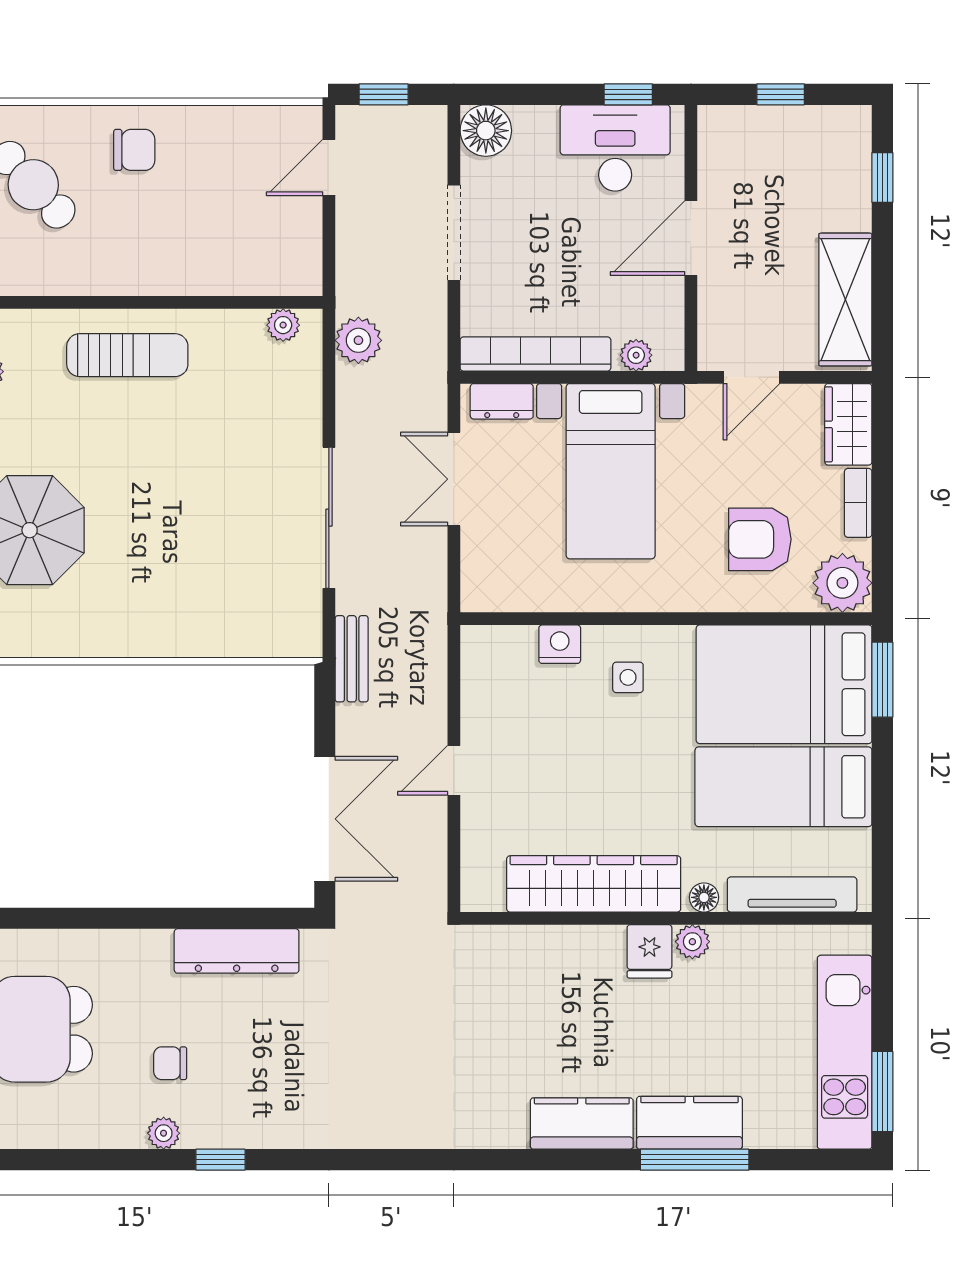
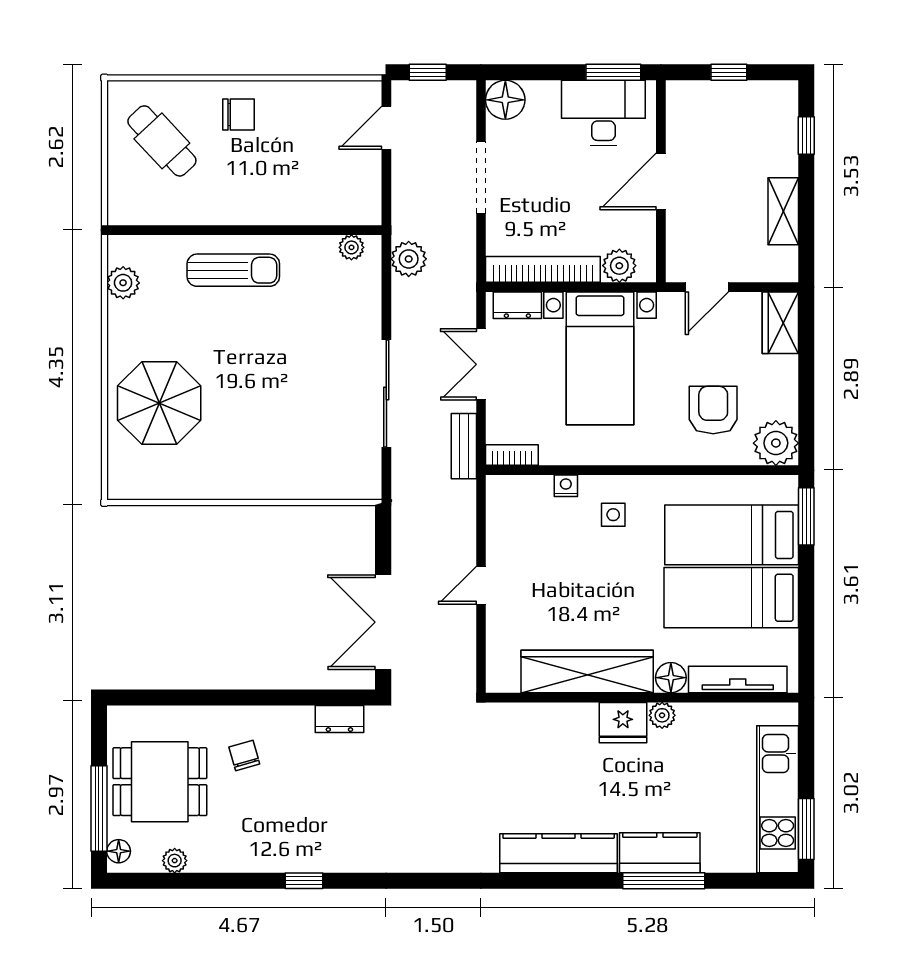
window: (628, 94) -> (613, 72), width x1.50
shelving: (845, 300) -> (783, 211), width x0.67, depth x0.75
plant: (636, 355) -> (619, 266), width x1.38, depth x1.38
bookcase: (858, 503) -> (512, 455), moved, turned 90
armchair: (760, 539) -> (713, 410), turned 90
nightstand: (560, 644) -> (566, 486), width x0.72, depth x0.74
bench: (352, 659) -> (464, 446), moved
bed: (784, 684) -> (732, 535), width x0.67
double door: (325, 819) -> (383, 622), swing flipped
floor lamp: (704, 897) -> (671, 678), width x1.37, depth x1.37
dresser: (237, 951) -> (339, 719), width x0.51, depth x0.80
fridge: (649, 951) -> (623, 723), width x1.38
chair: (170, 1063) -> (244, 755), moved, turned 74
kitchen counter: (582, 1124) -> (559, 853), width x1.50
plant: (164, 1133) -> (175, 861), moved

